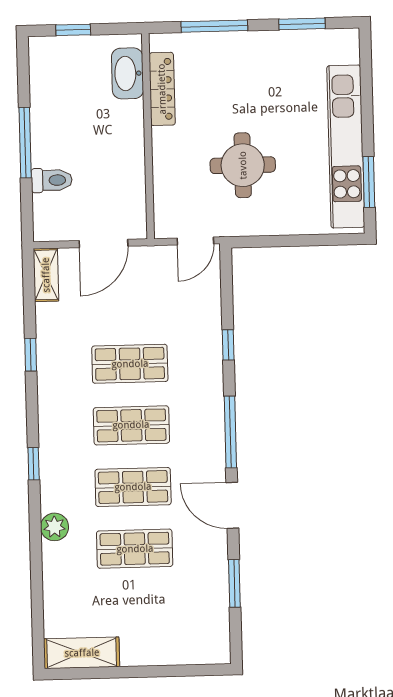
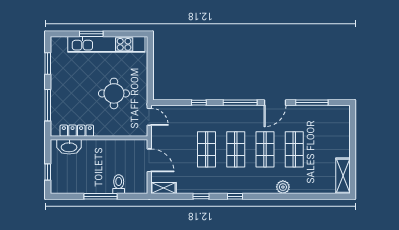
window: (369, 182) -> (91, 34), moved
window: (34, 464) -> (235, 196), moved
window: (234, 583) -> (312, 103), width x1.44

